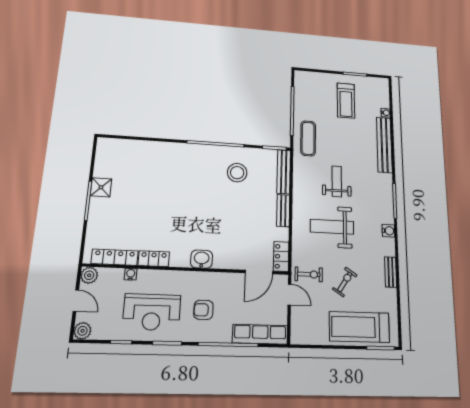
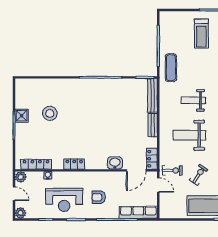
stool: (237, 173) -> (50, 113), moved
weight bench: (337, 181) -> (193, 100), turned -90
locker: (154, 259) -> (74, 164), moved
washbasin: (202, 259) -> (115, 163), moved

